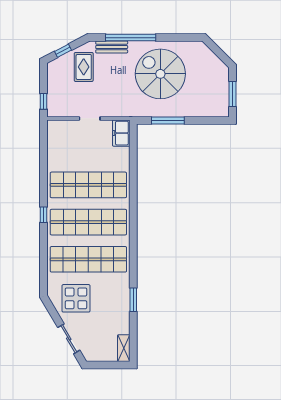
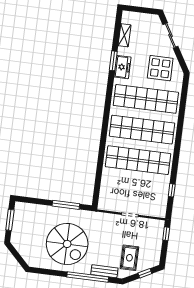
freezer: (121, 133) -> (123, 67), moved
window: (44, 215) -> (172, 190), moved
shelving: (124, 348) -> (124, 35), moved

